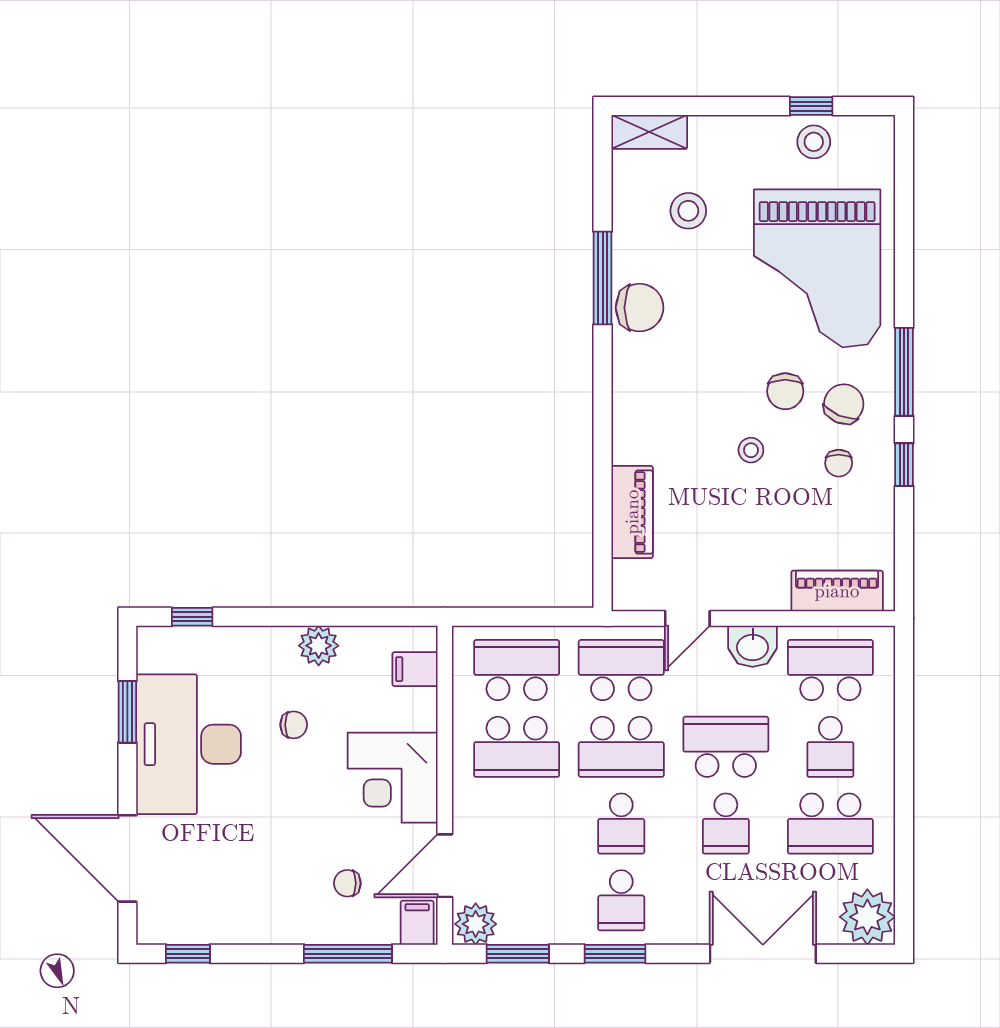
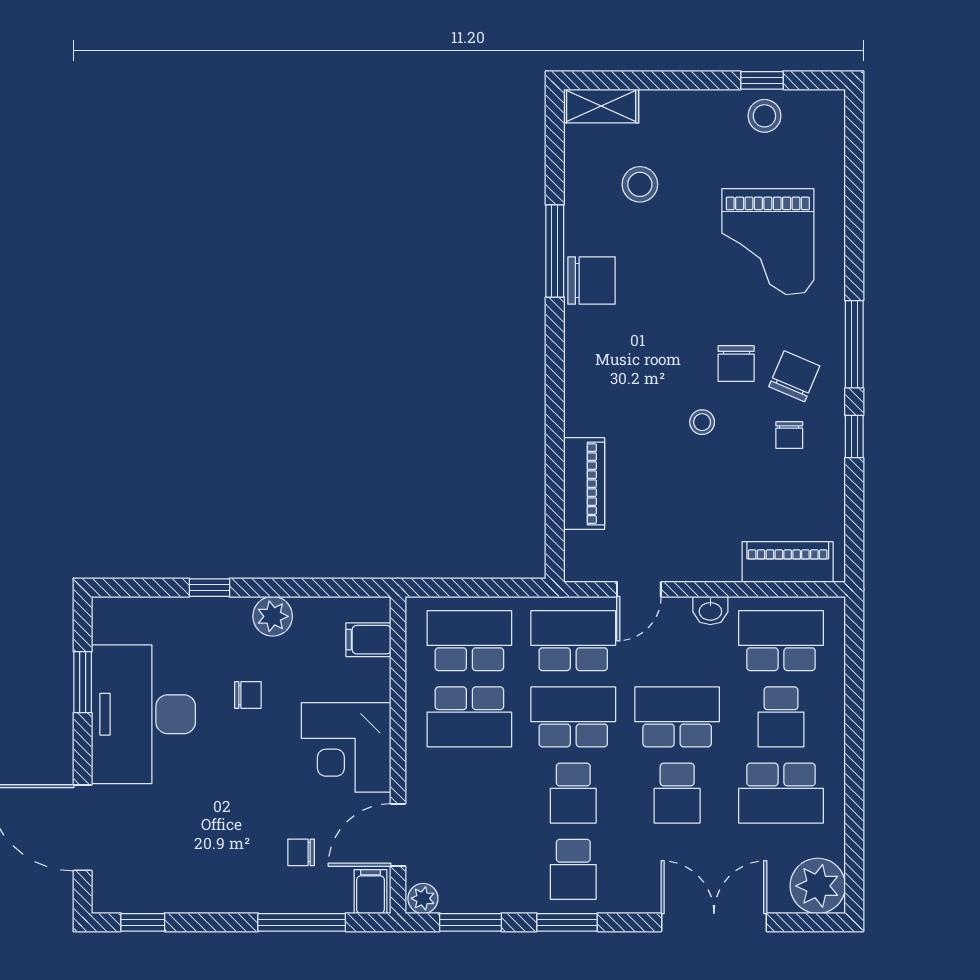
grand piano: (817, 268) -> (768, 242), width x0.73, depth x0.68
window: (192, 617) -> (209, 588), moved
washbasin: (753, 646) -> (710, 611), width x0.72, depth x0.69
school desk: (621, 747) -> (573, 717), turned 180
plant: (476, 924) -> (423, 898), width x0.73, depth x0.73

